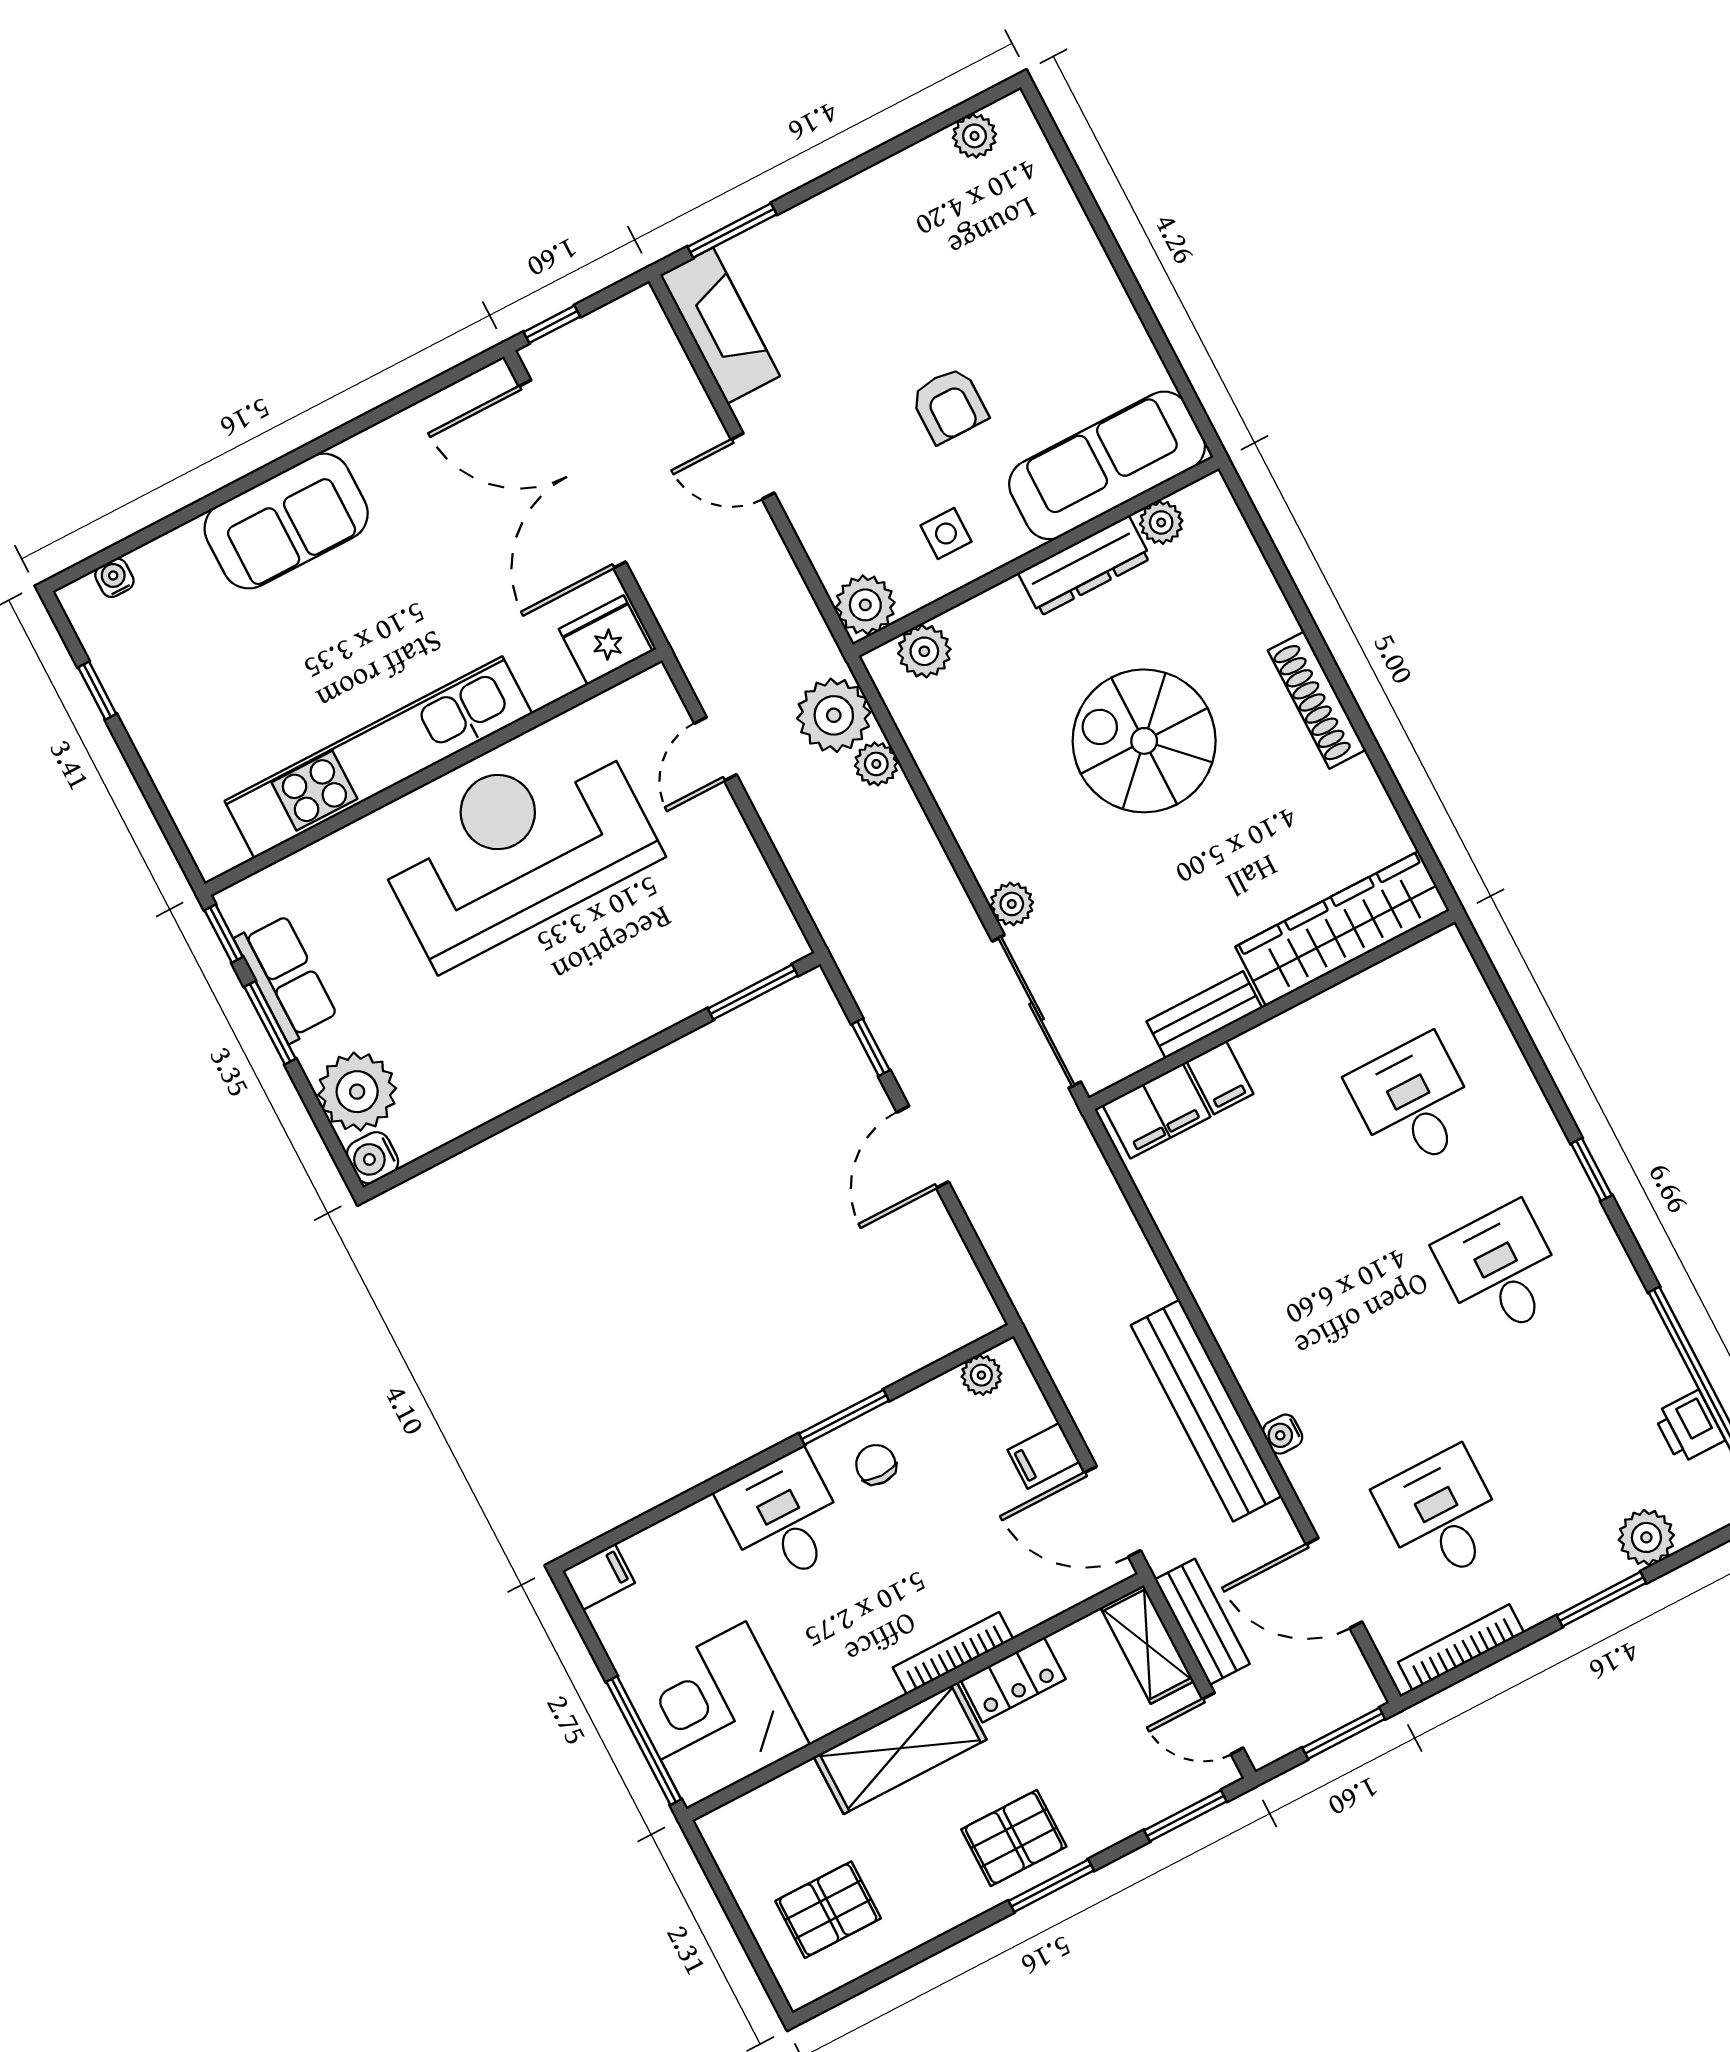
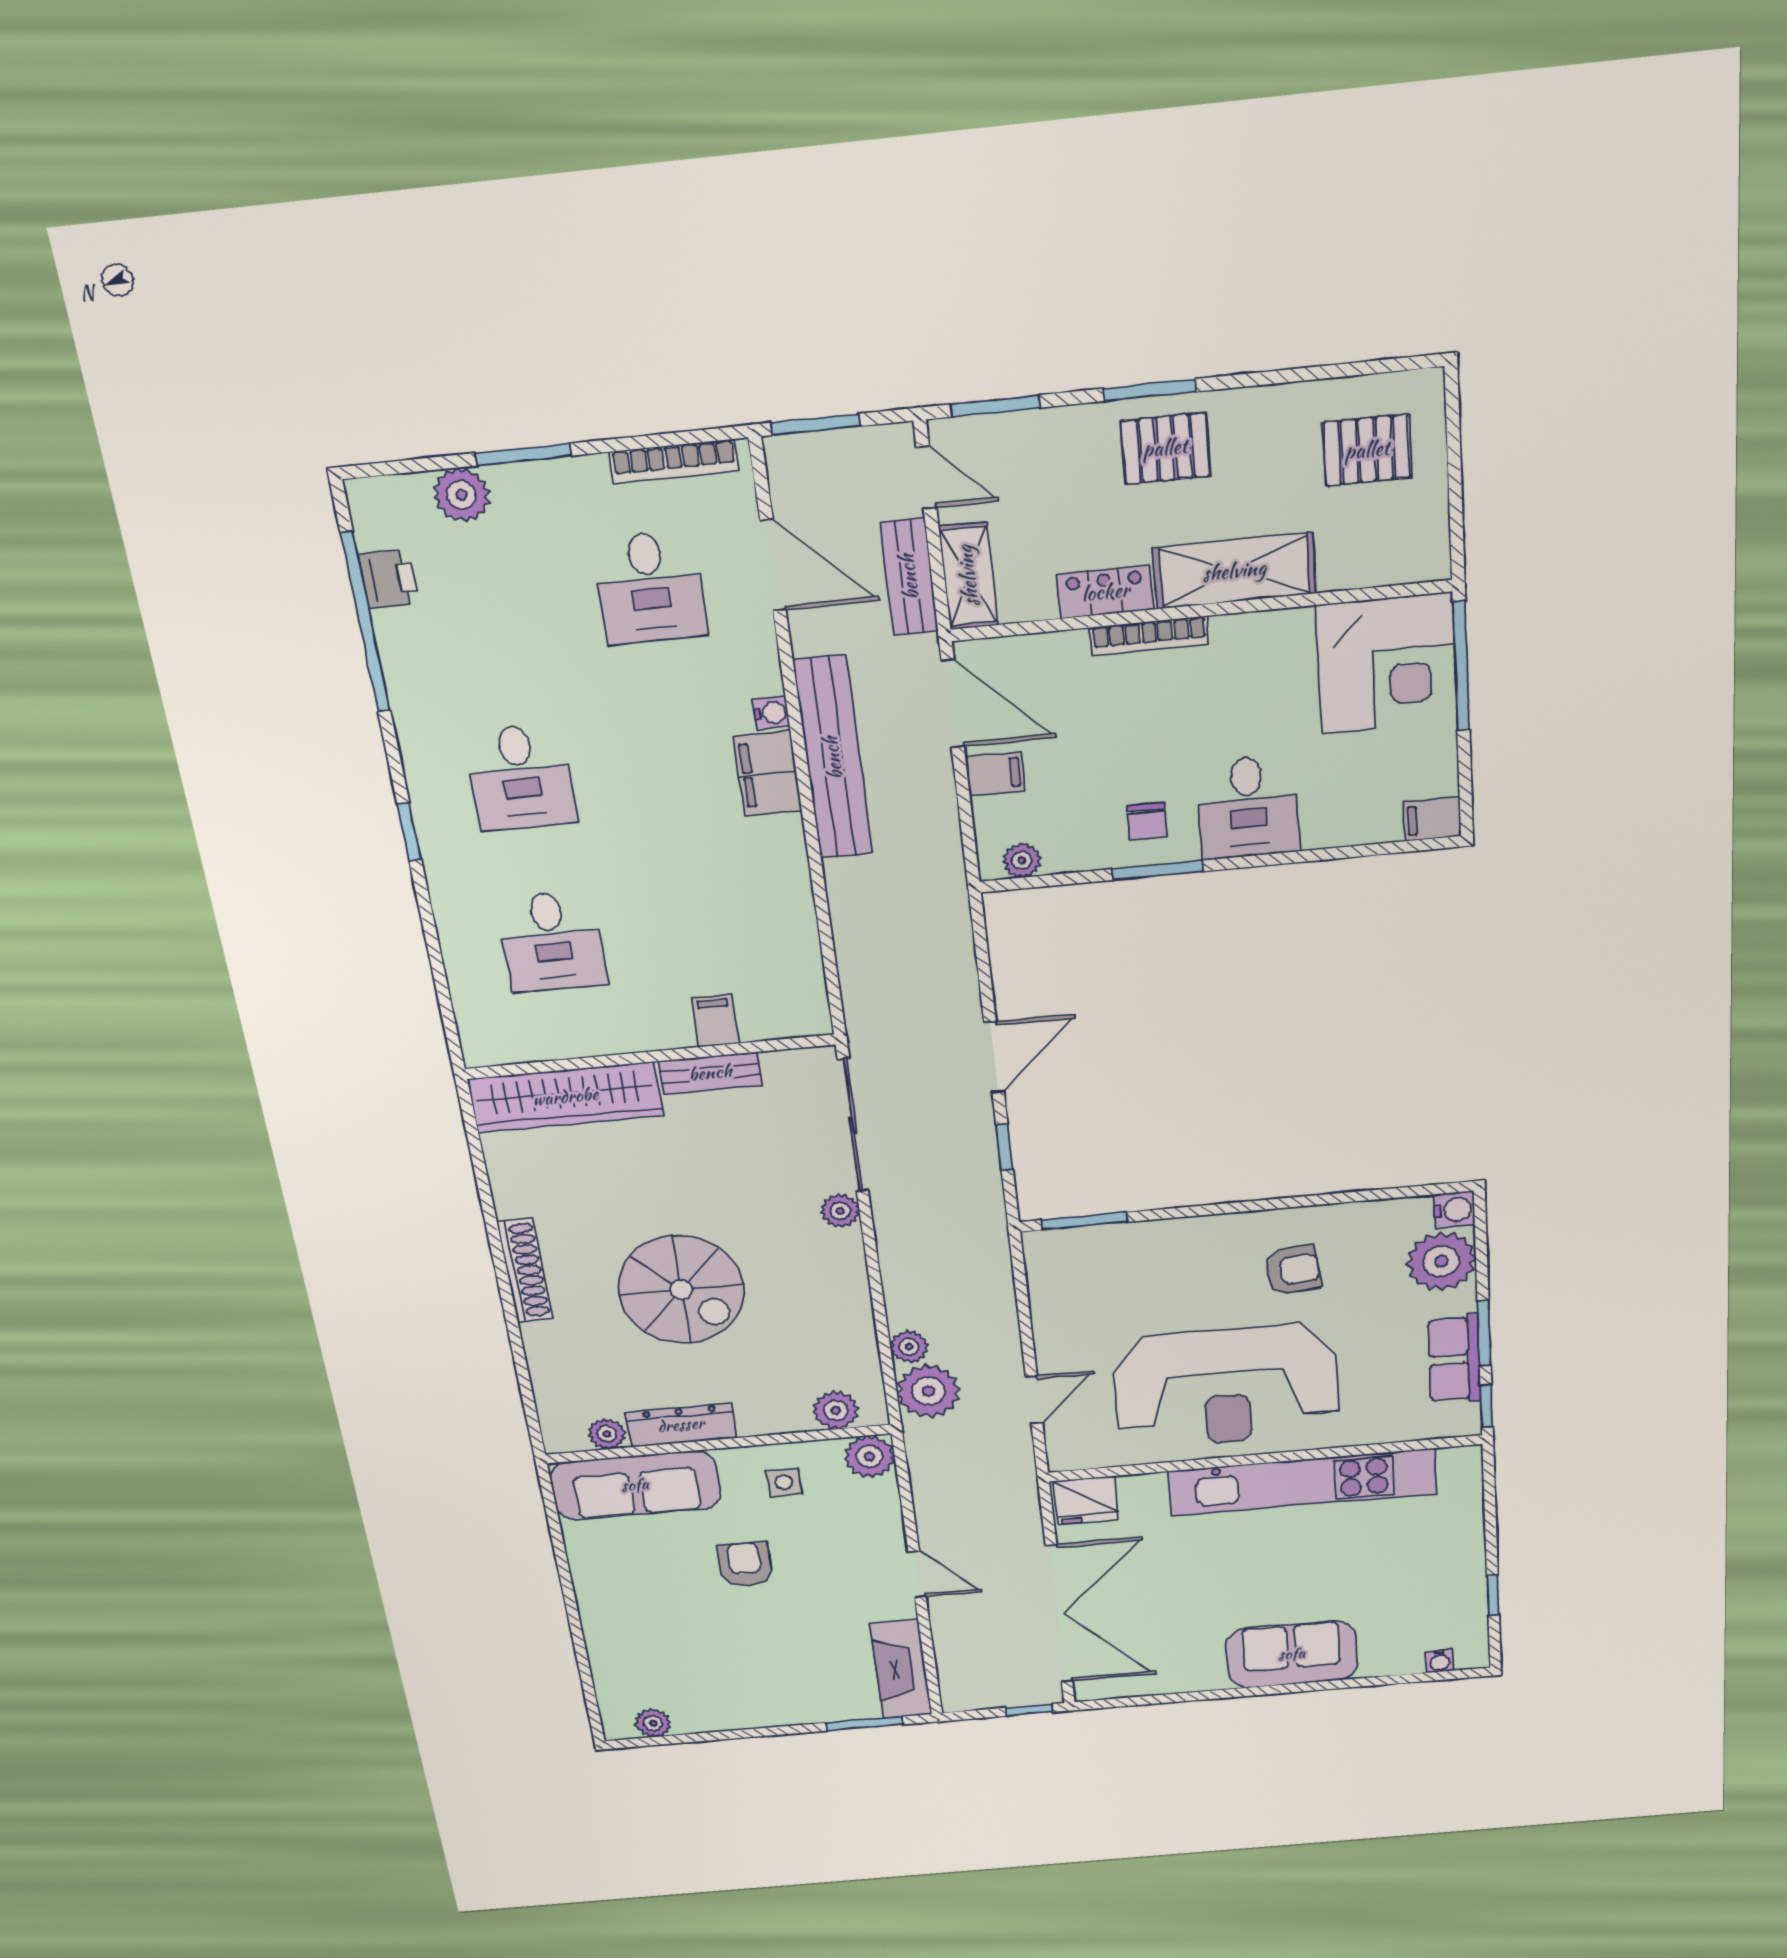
armchair: (509, 1019) -> (1292, 1270), added
filing cabinet: (1156, 1111) -> (768, 774), moved, turned -90

